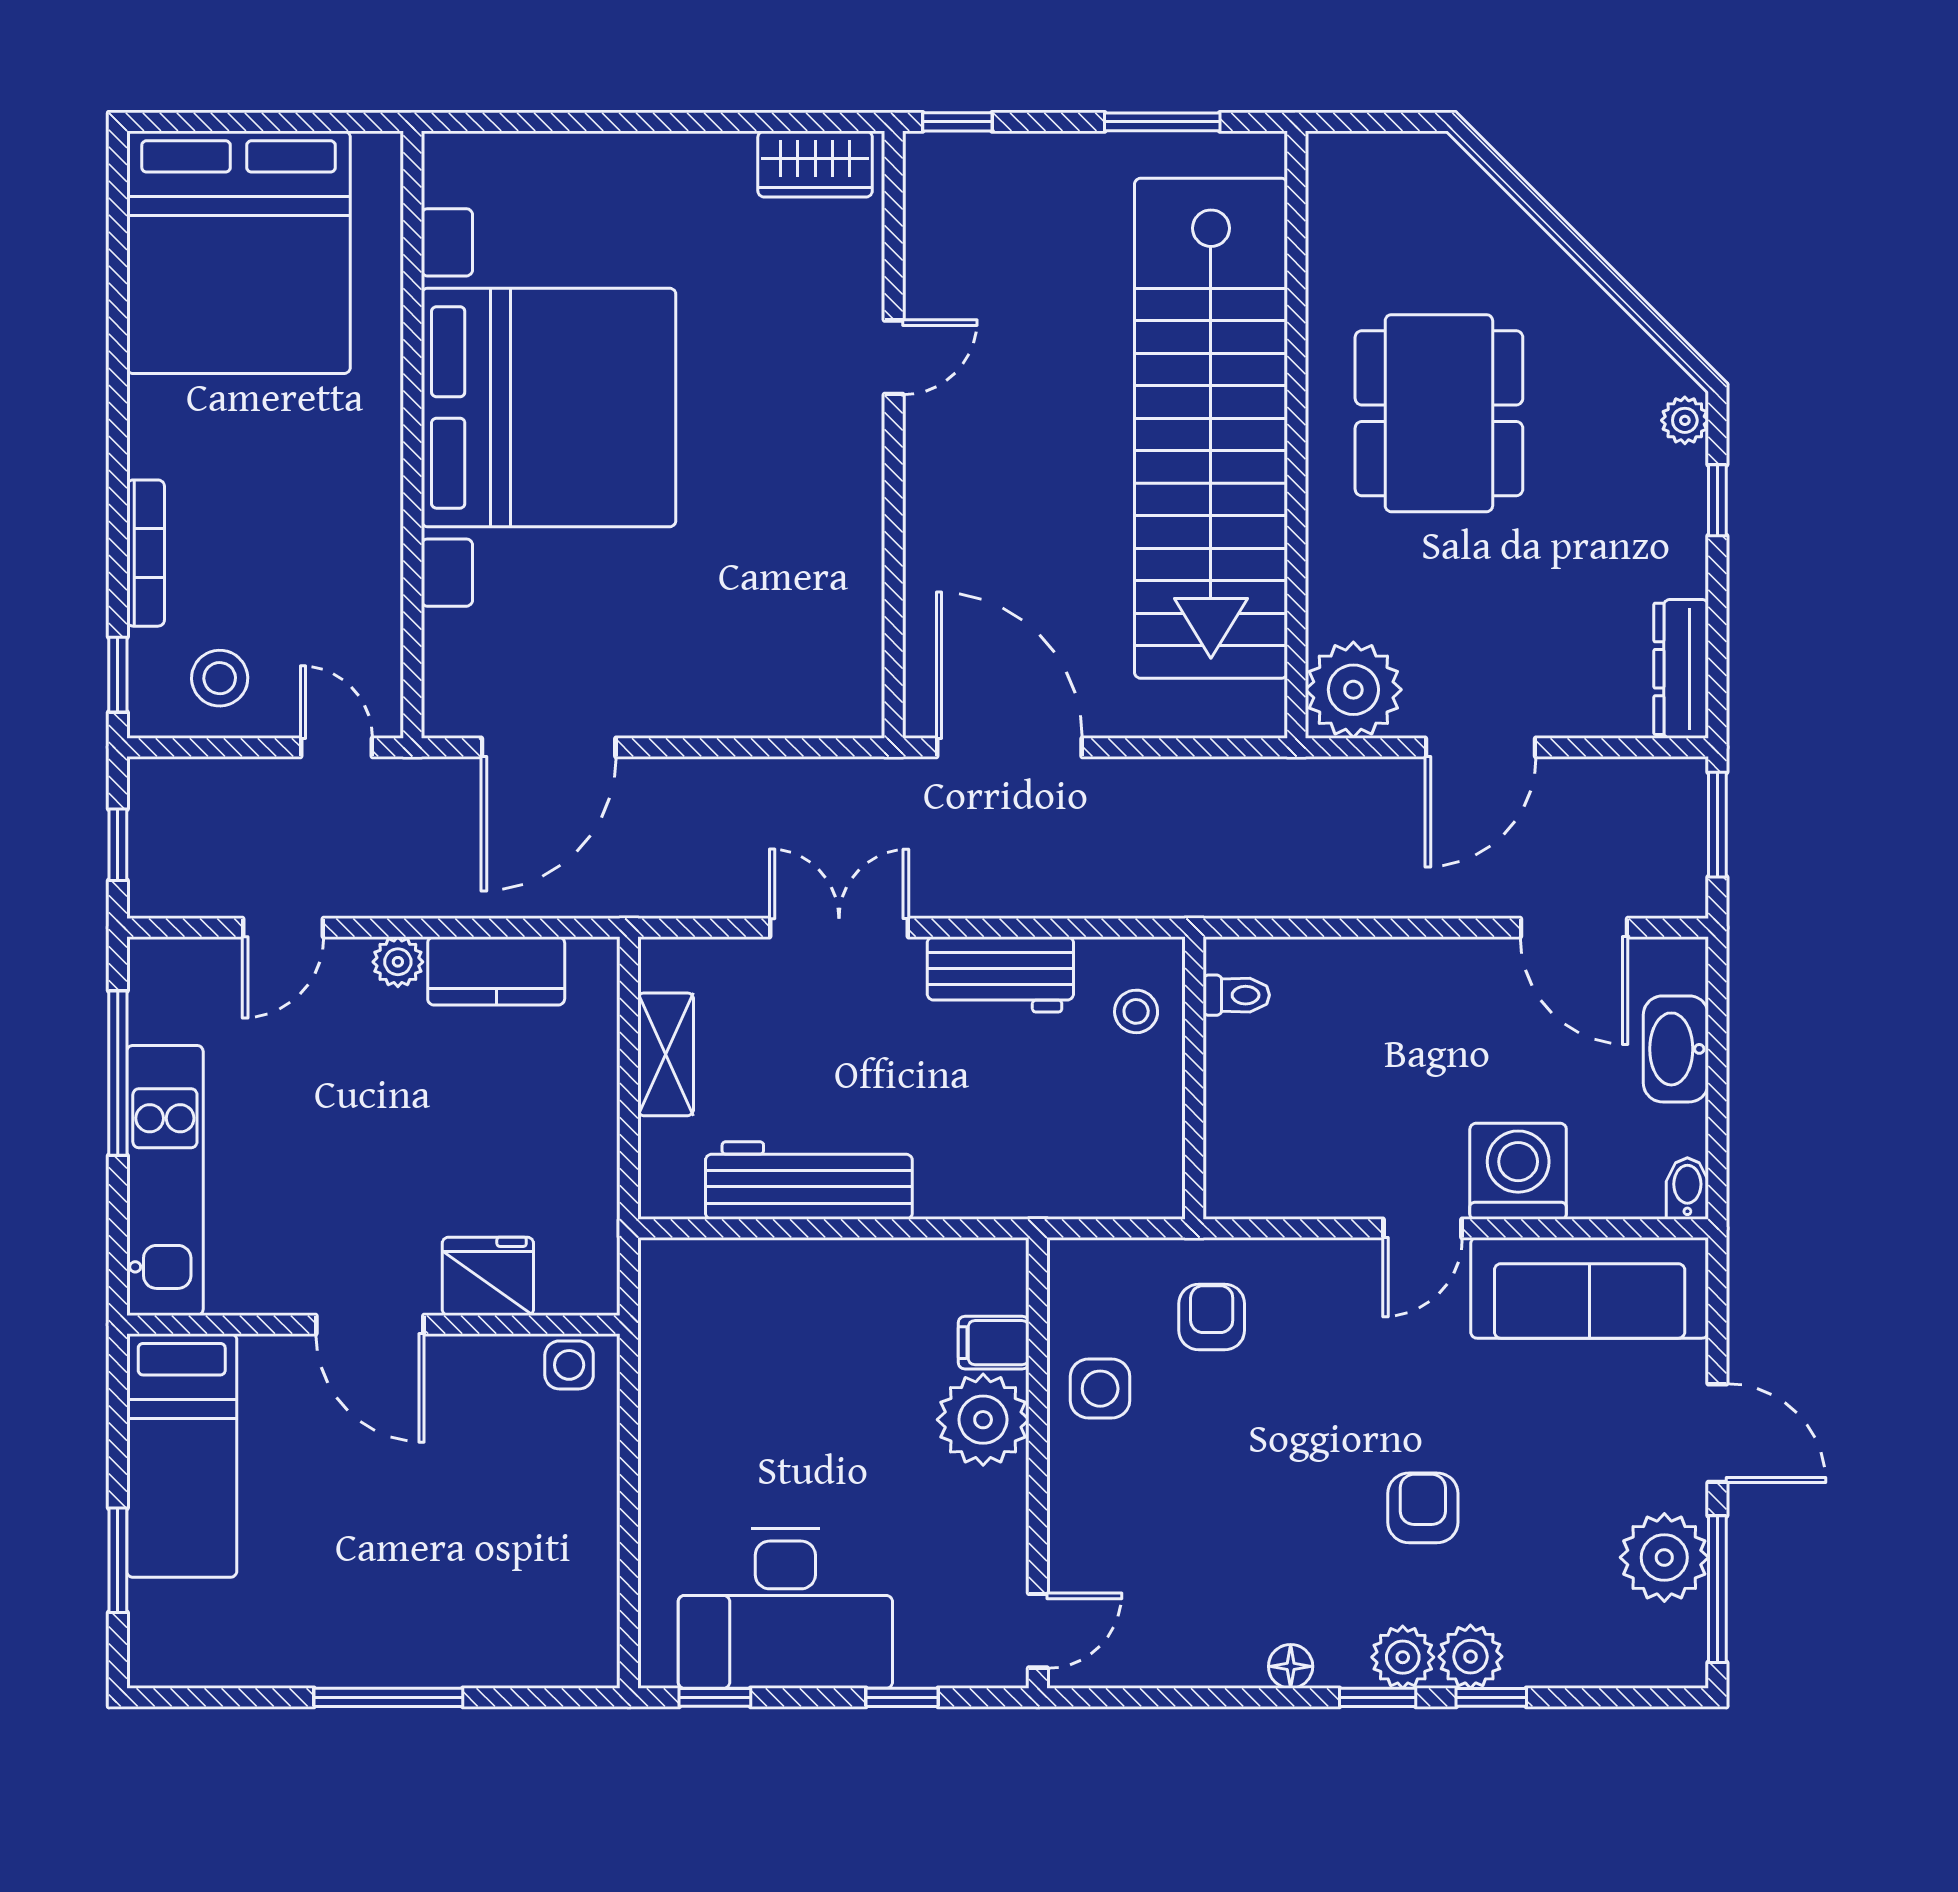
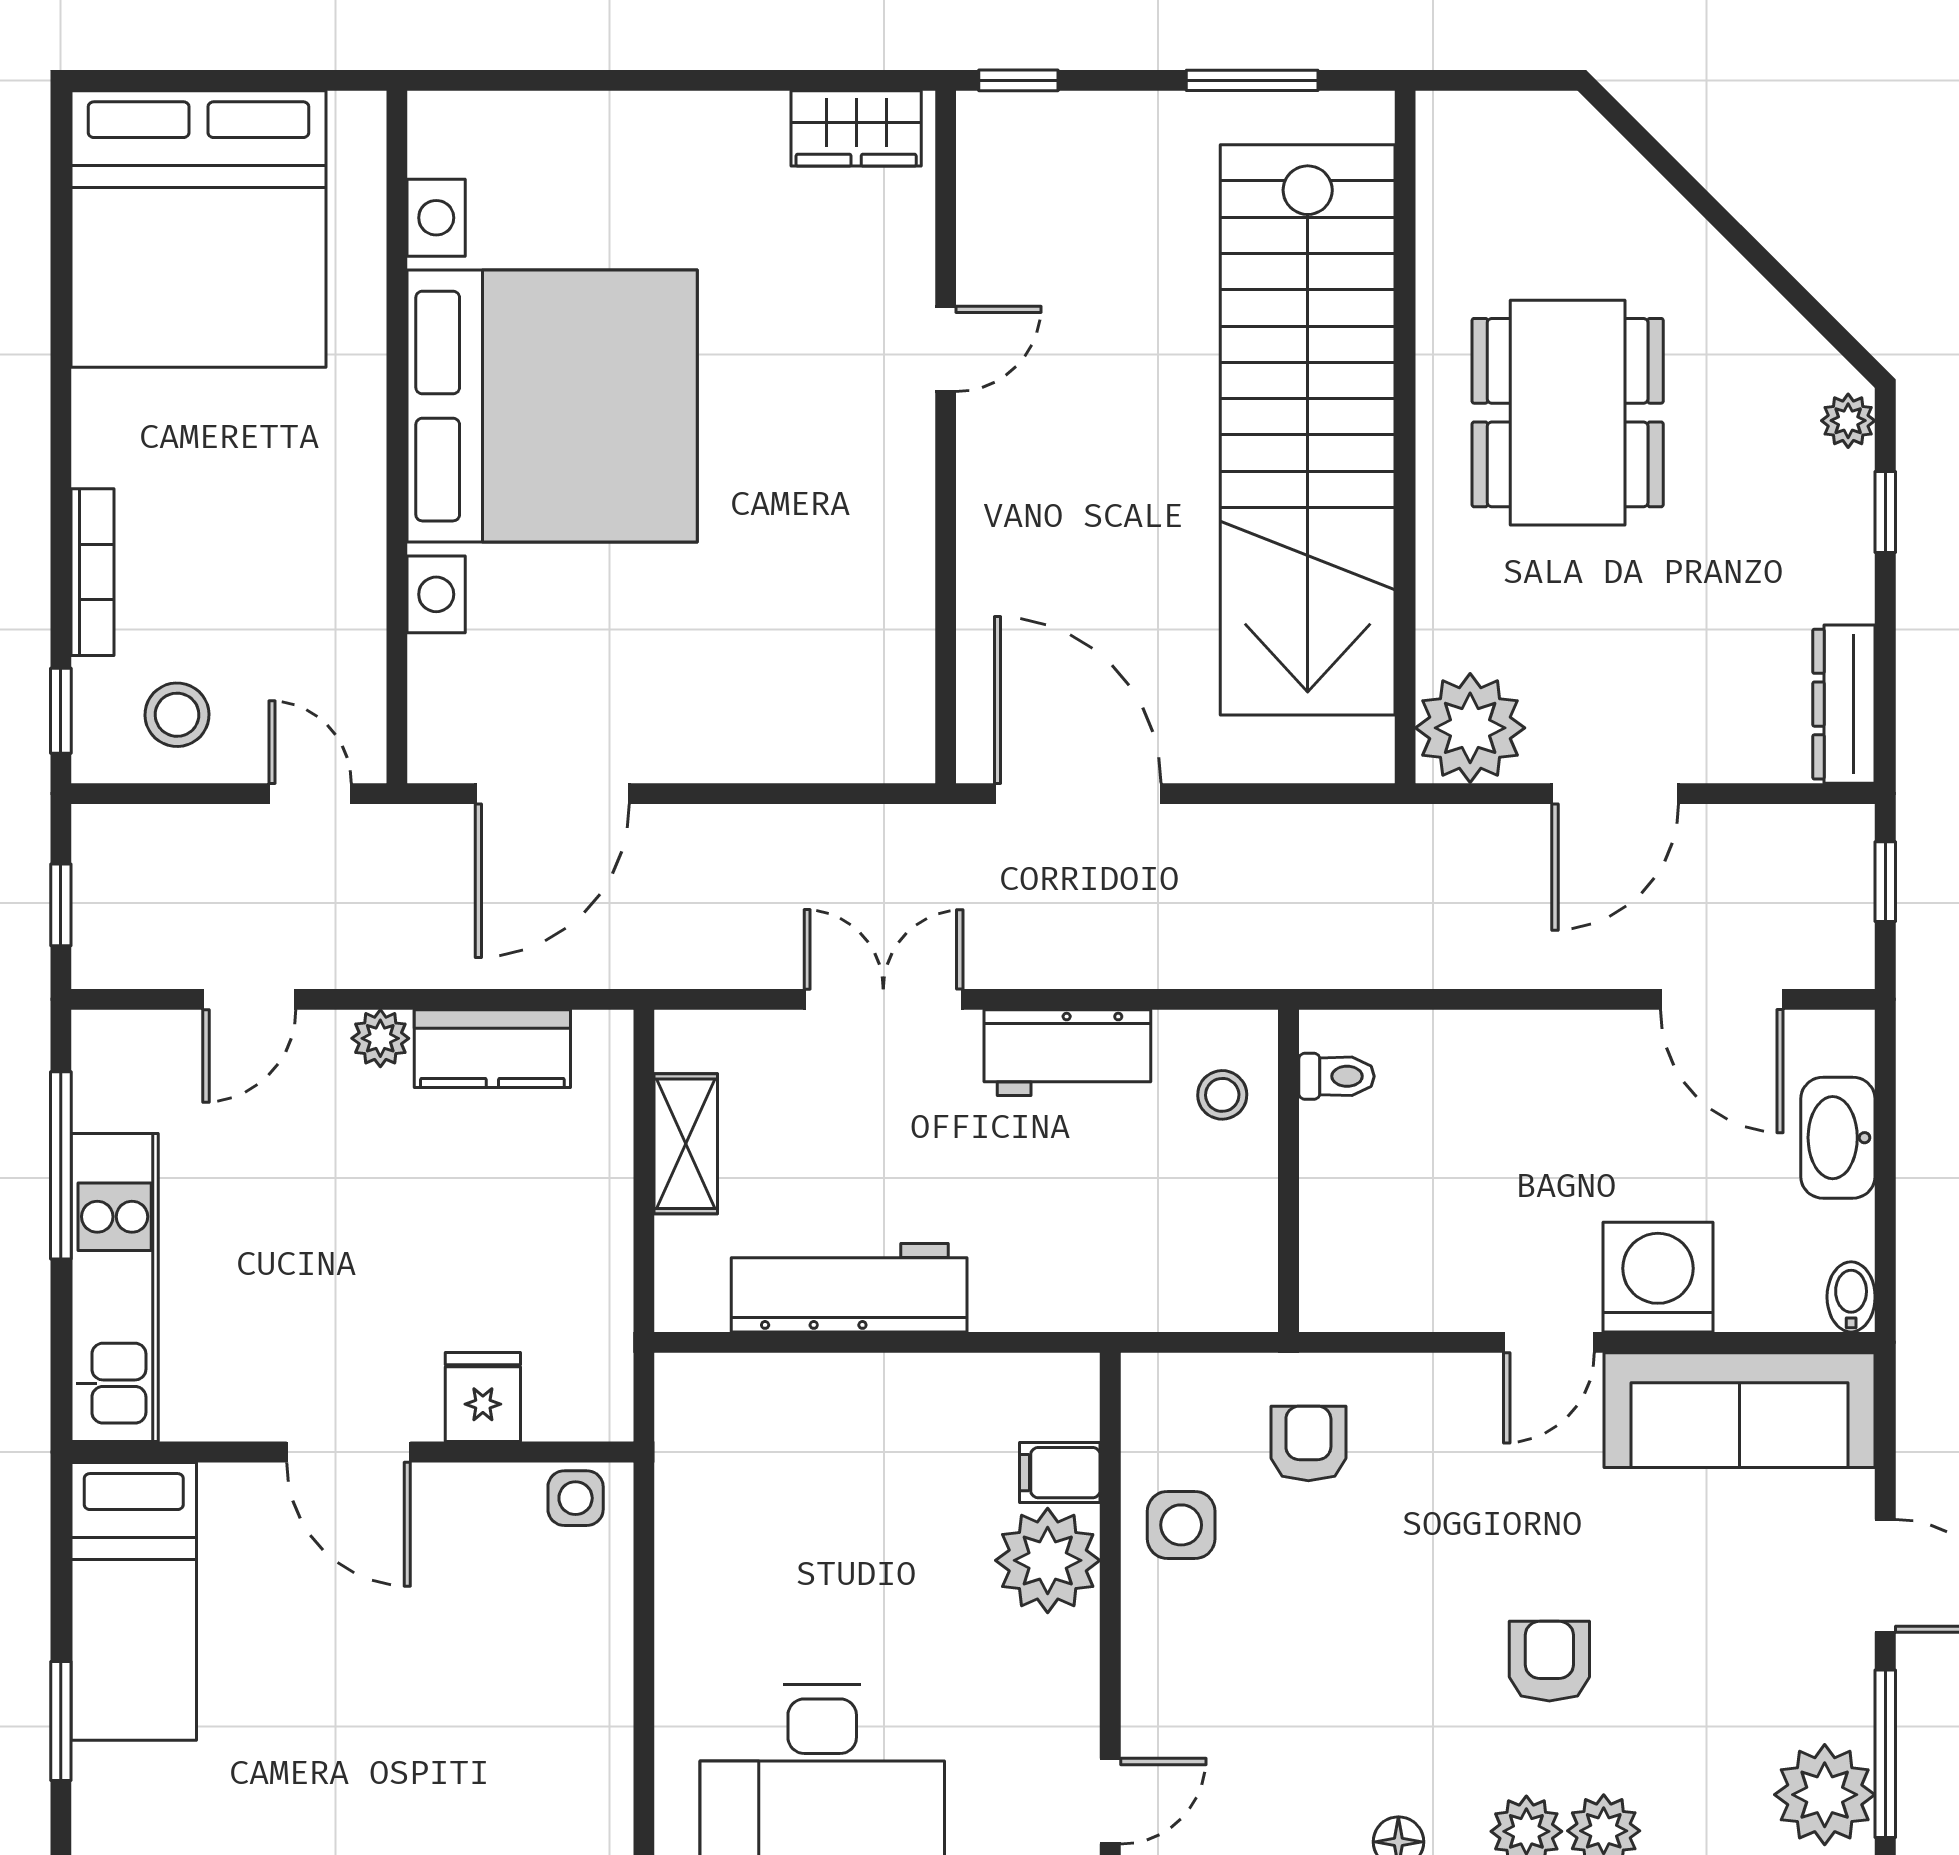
window: (1717, 825) -> (1885, 882), width x0.67
fridge: (488, 1276) -> (483, 1397), width x0.72
plant: (1664, 1557) -> (1825, 1795), moved

